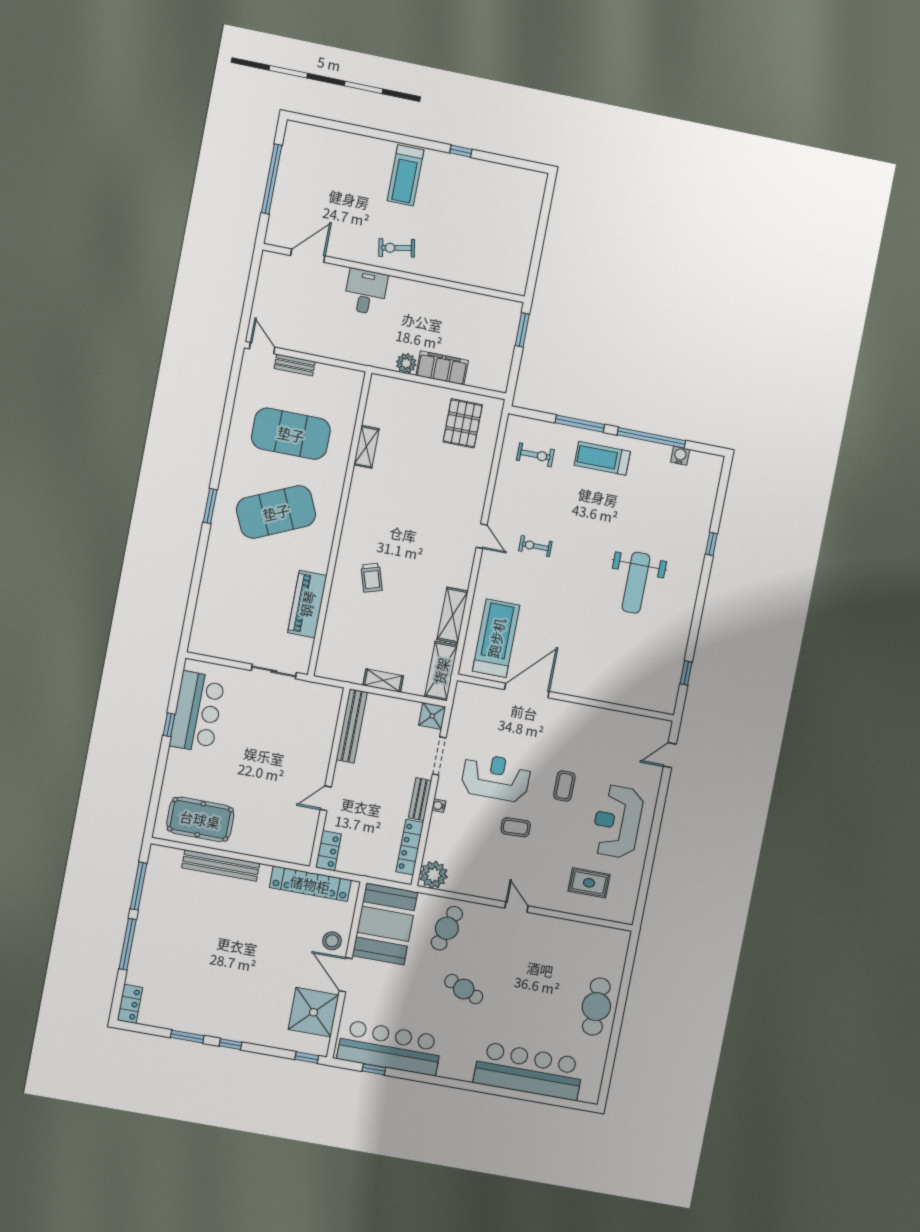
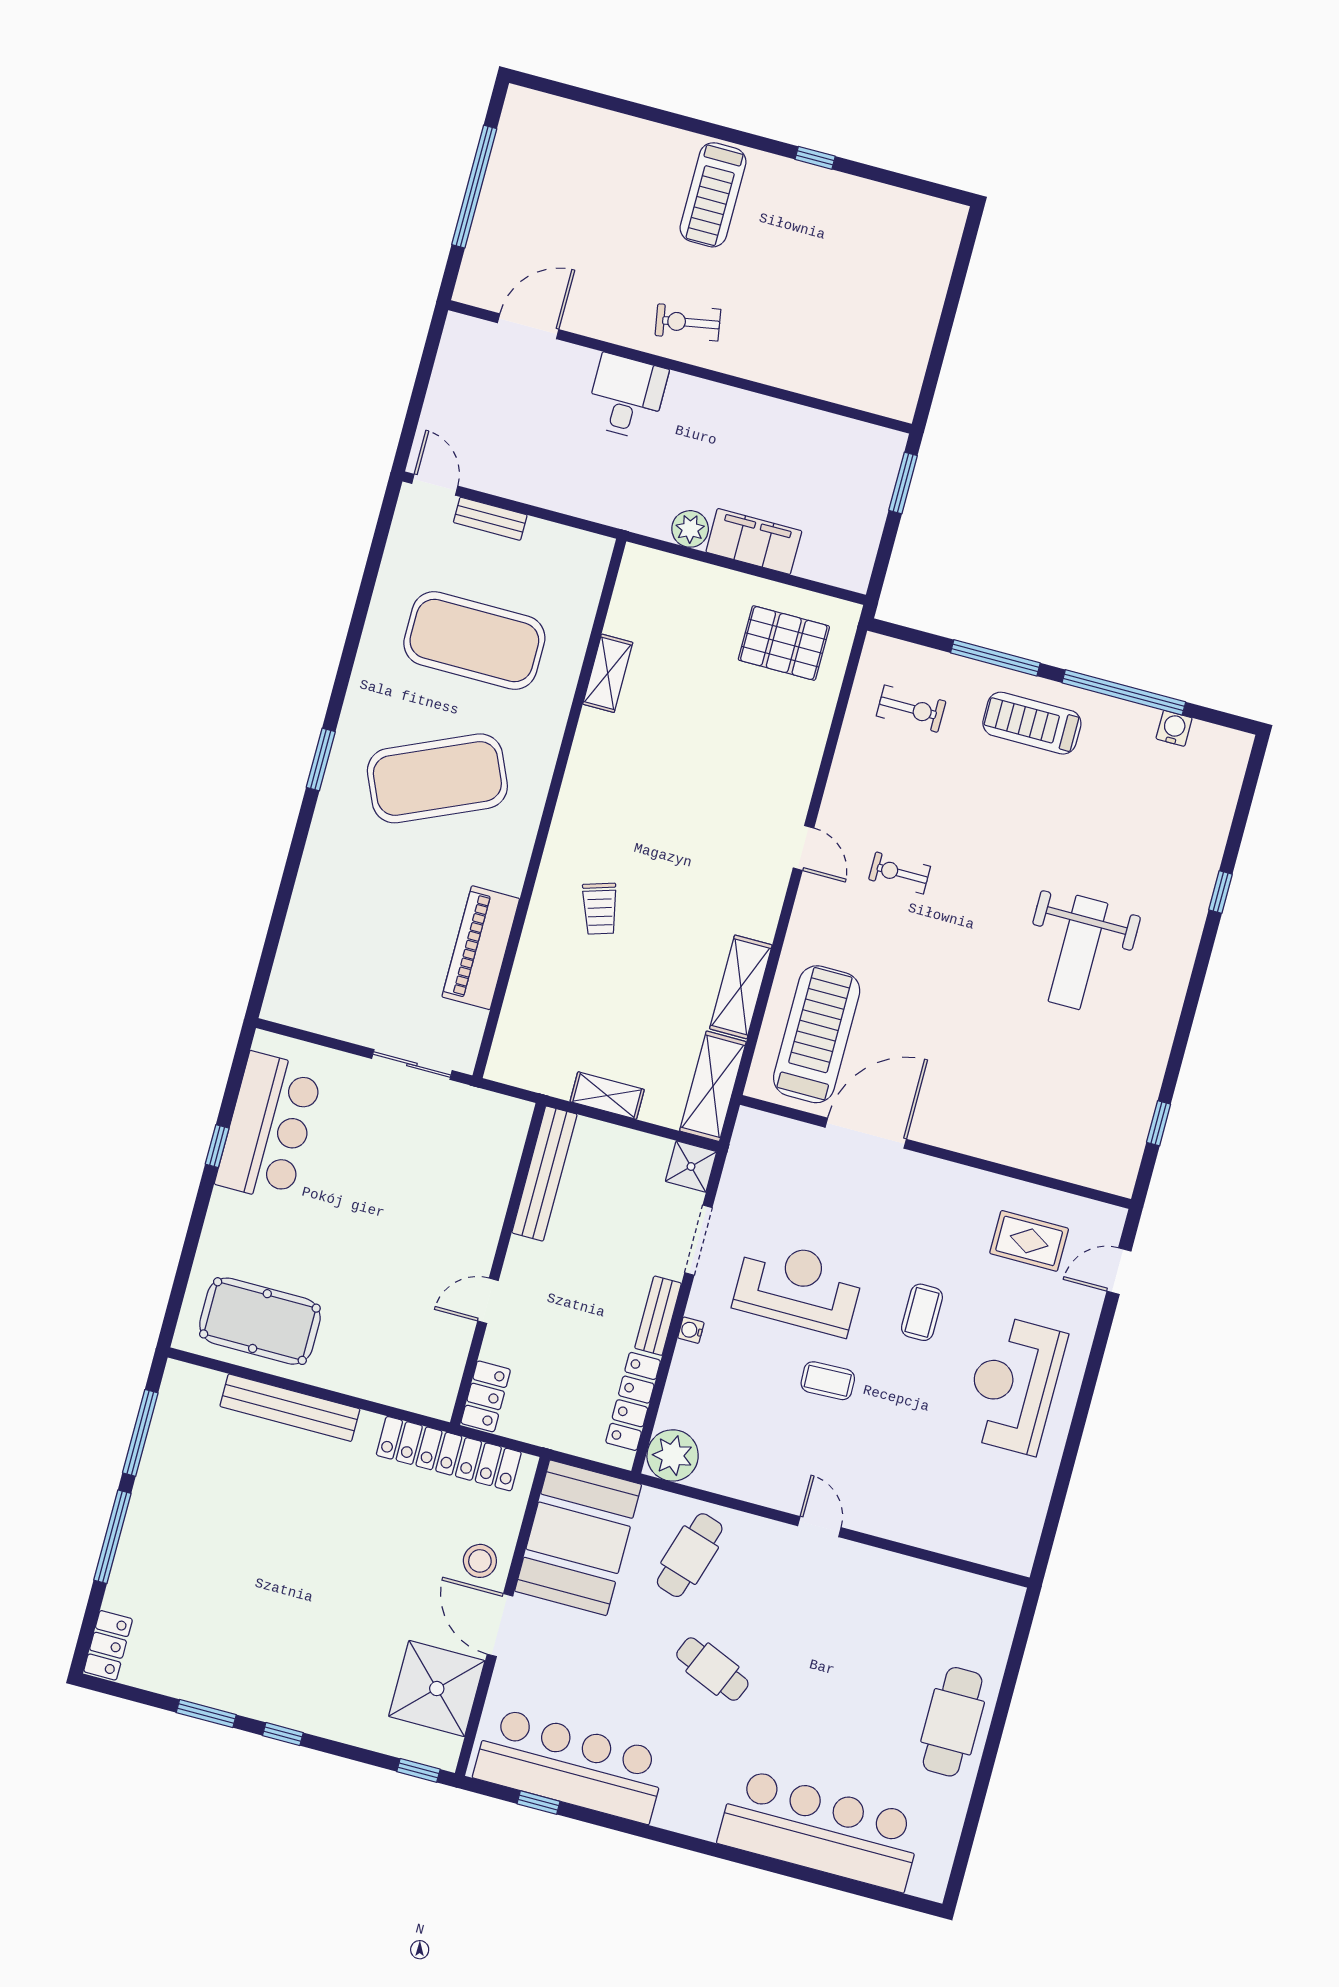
pallet: (463, 423) -> (784, 643), turned 90
rug: (589, 883) -> (1029, 1241), moved

